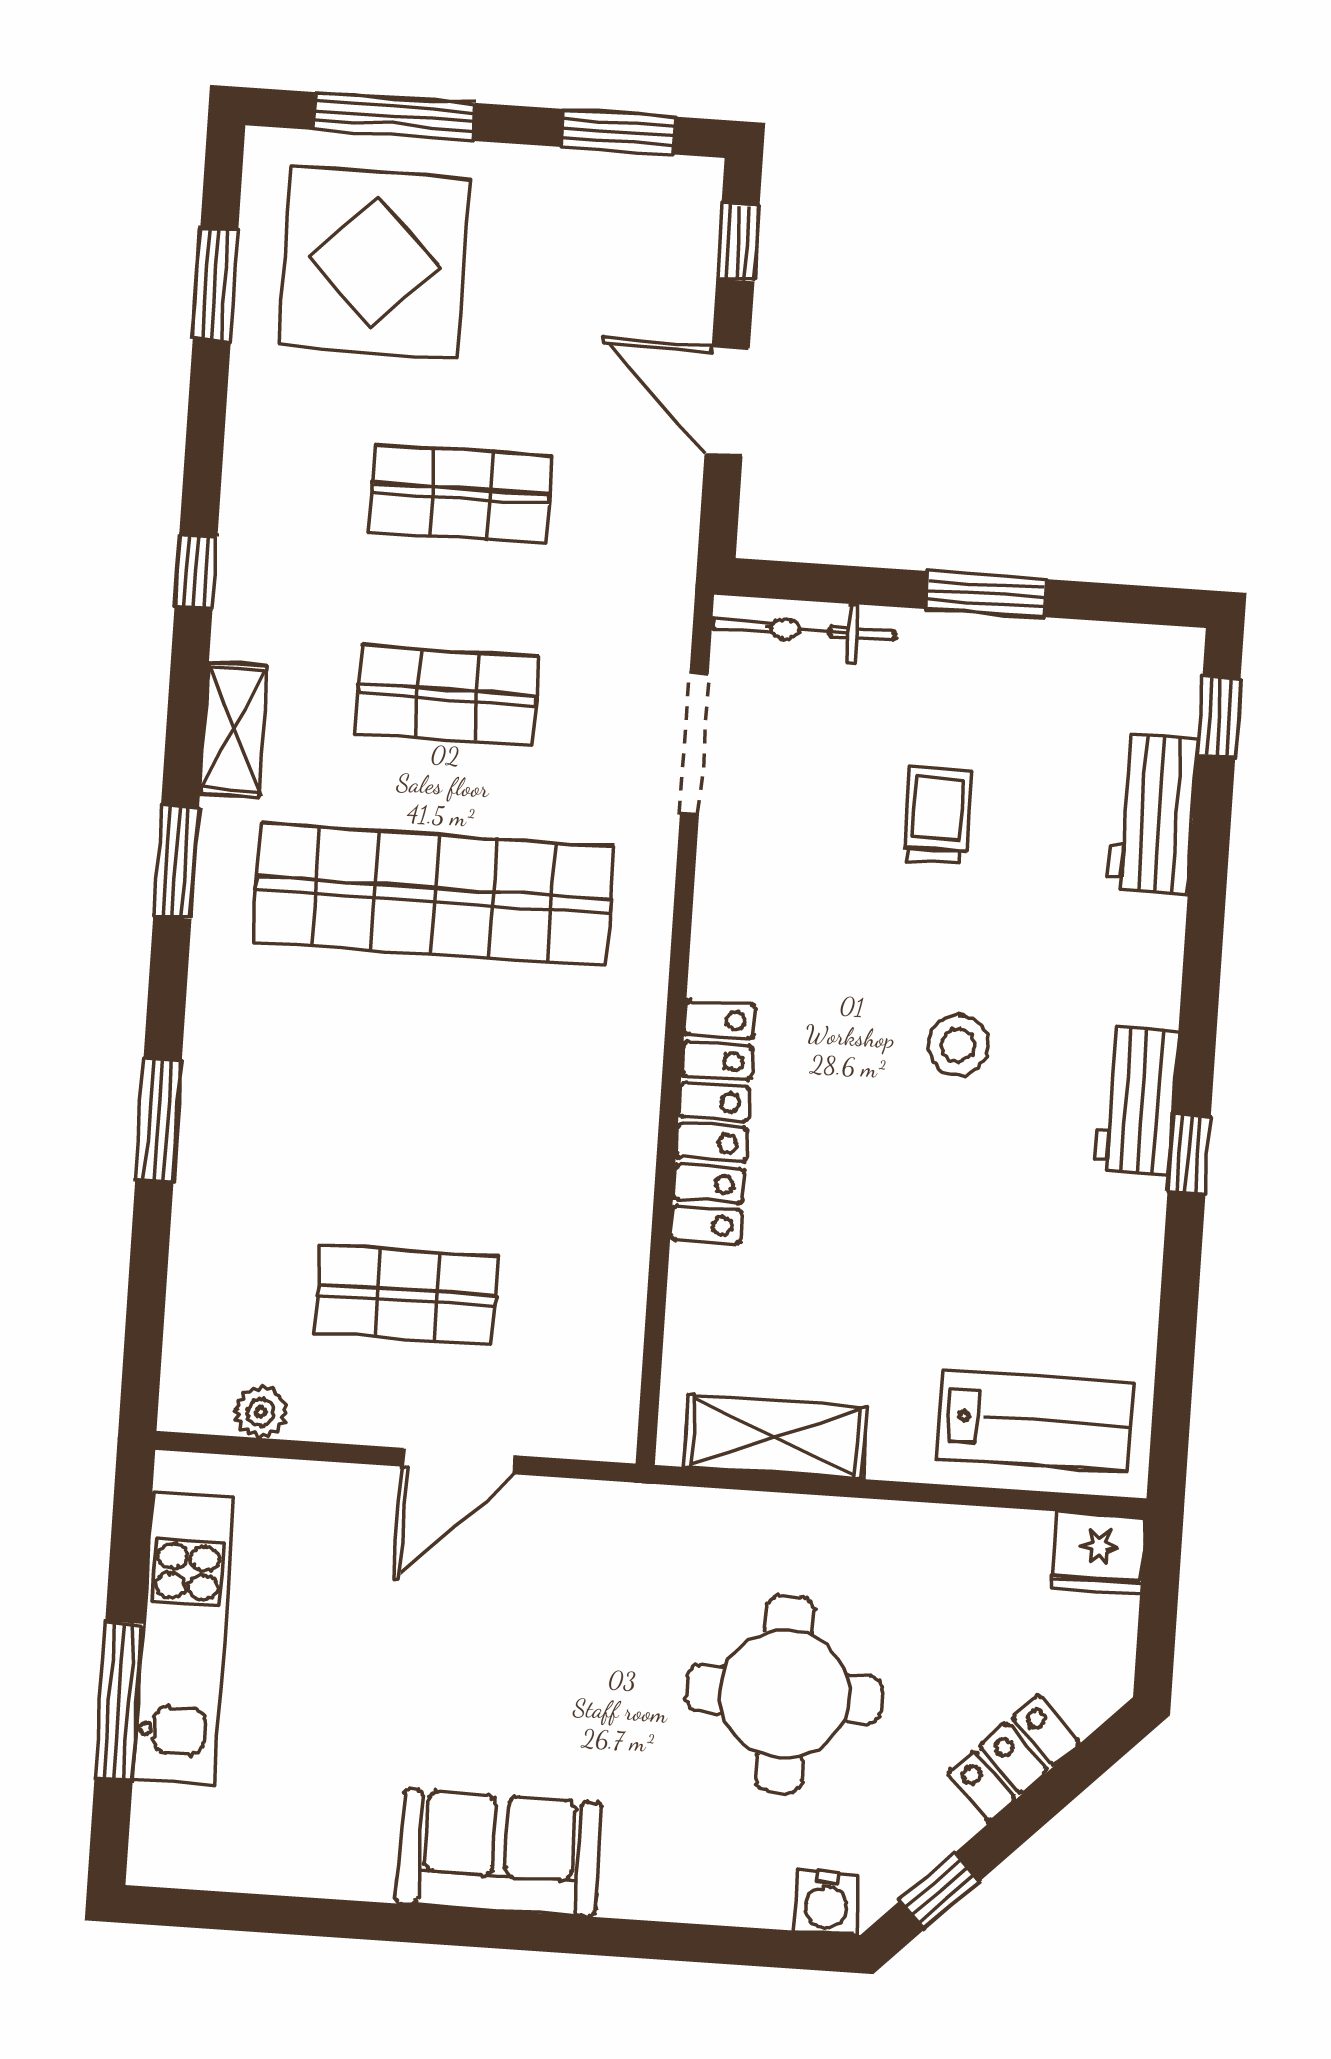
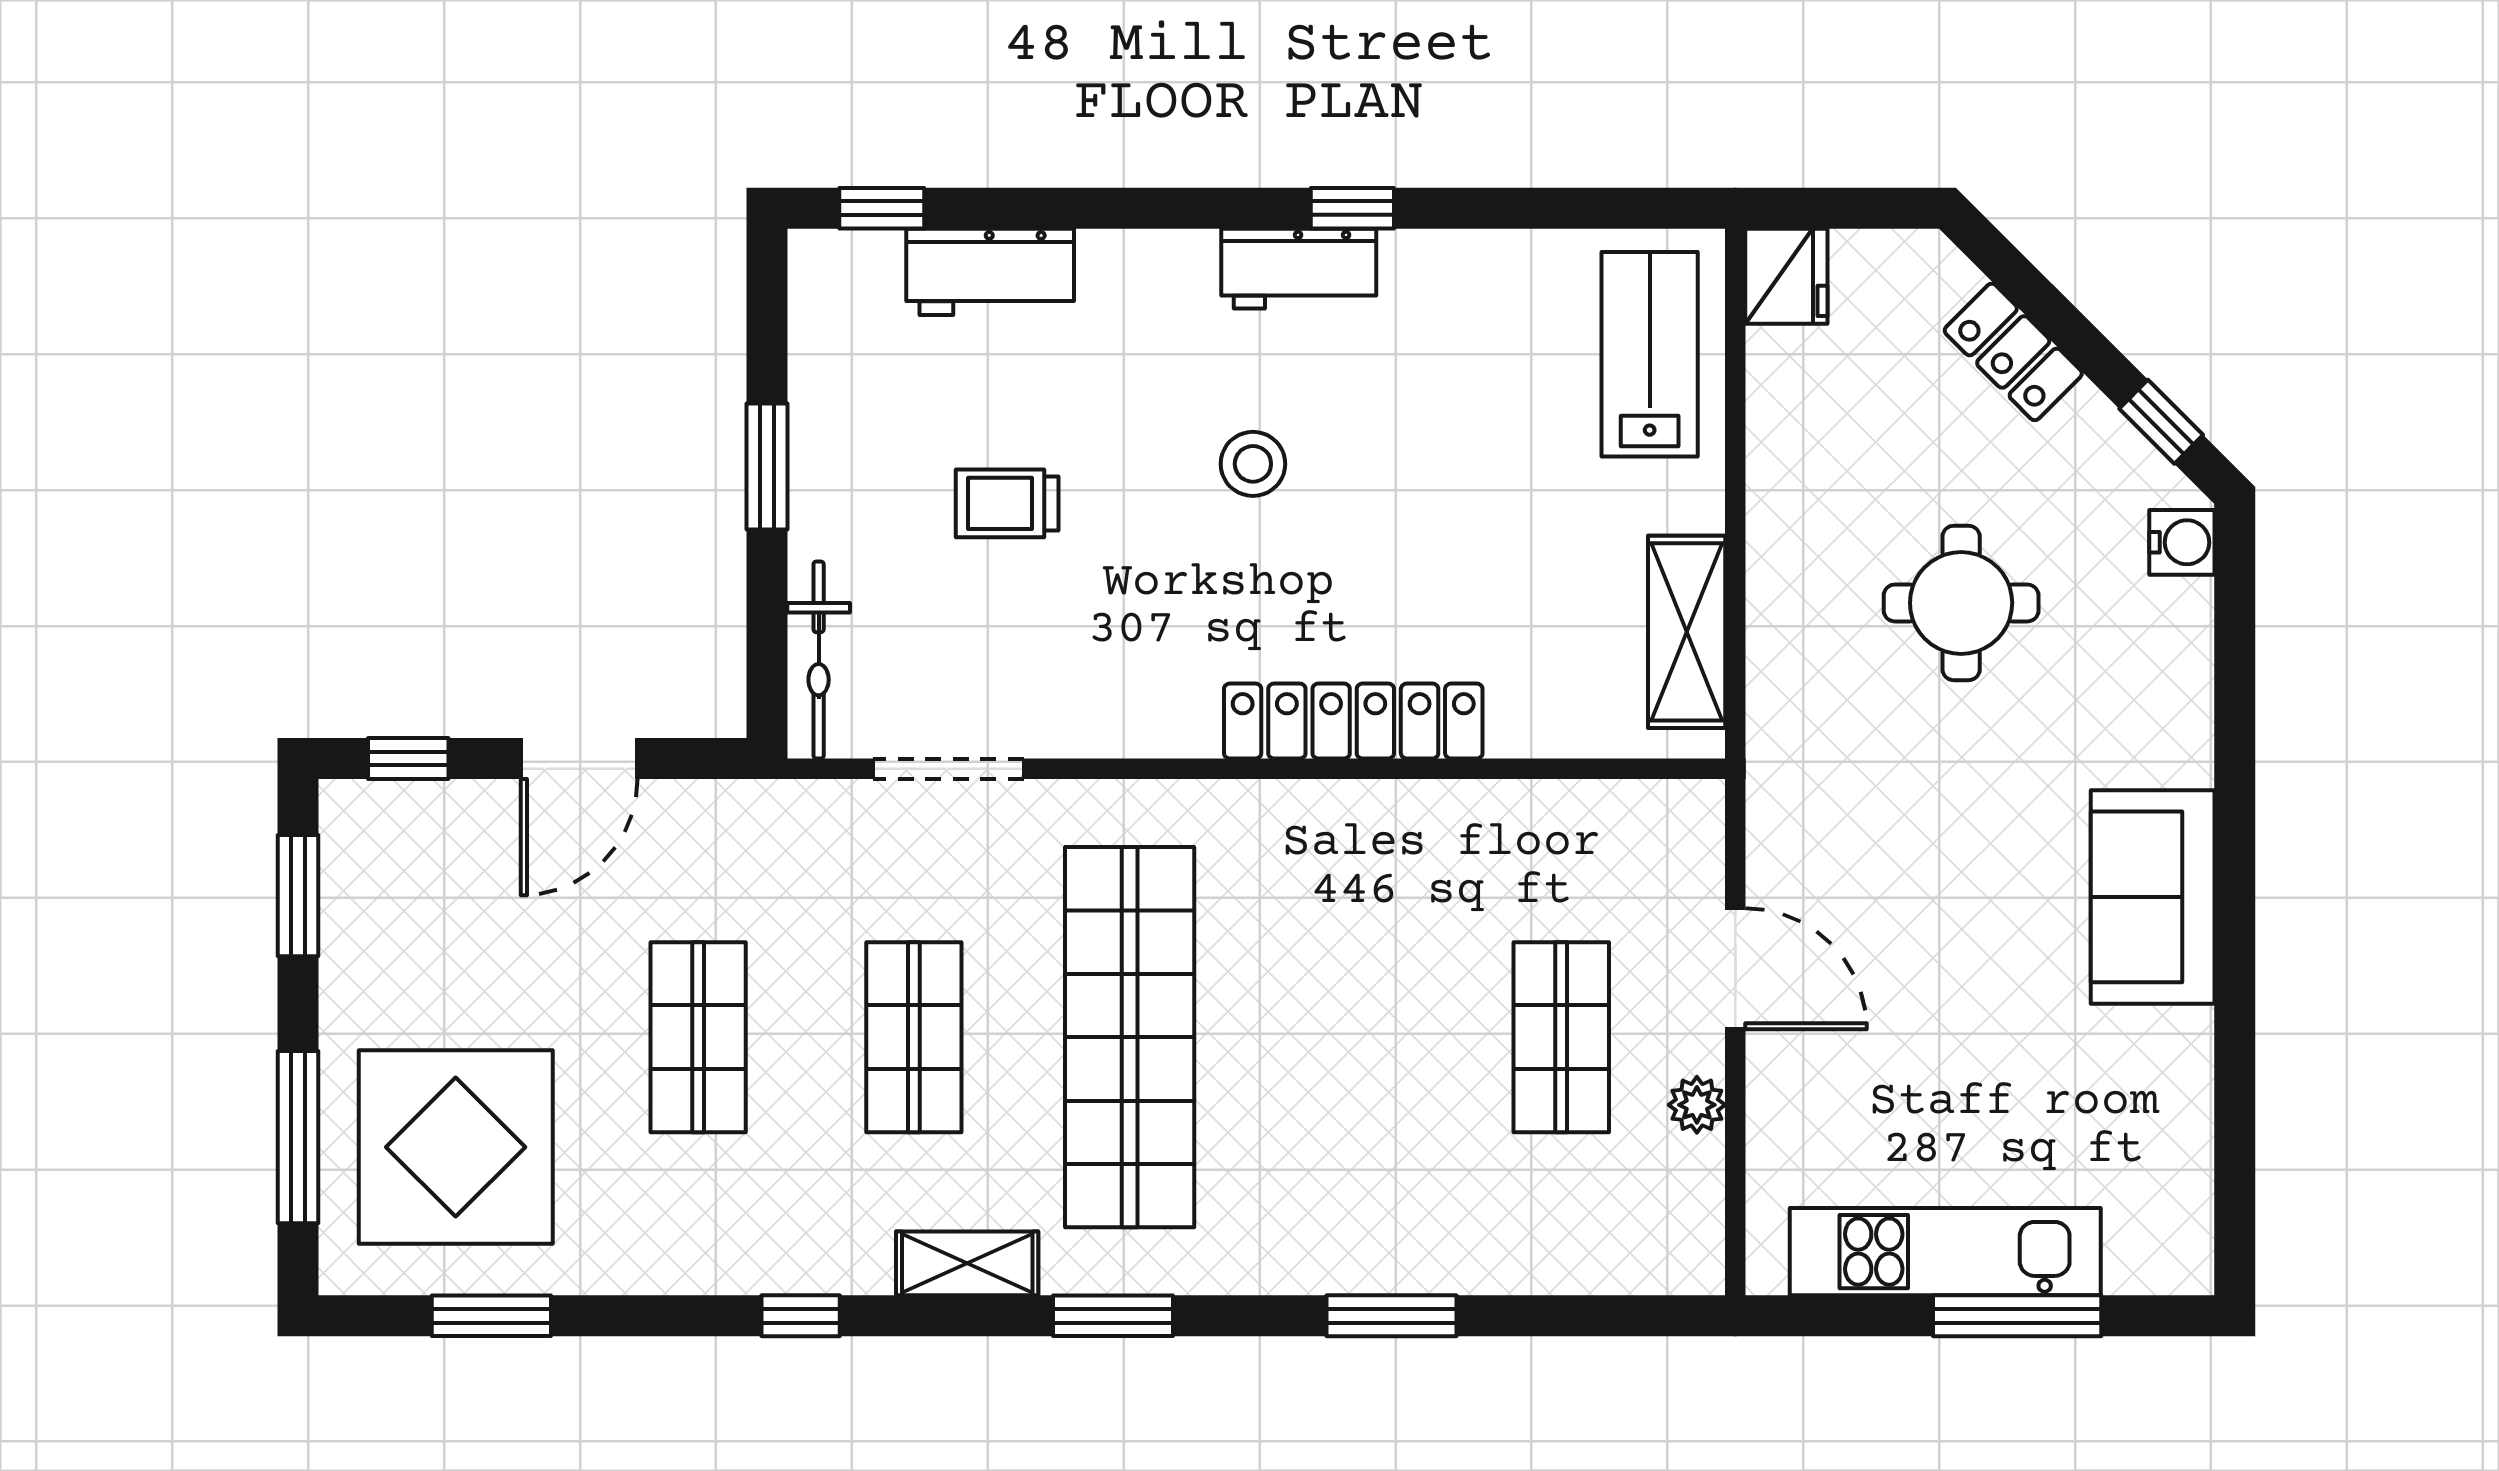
plant: (261, 1412) -> (1697, 1105), moved
round table: (784, 1694) -> (1961, 603), width x0.73, depth x0.73

